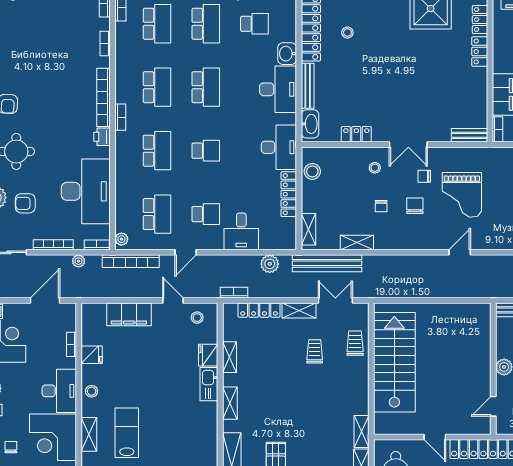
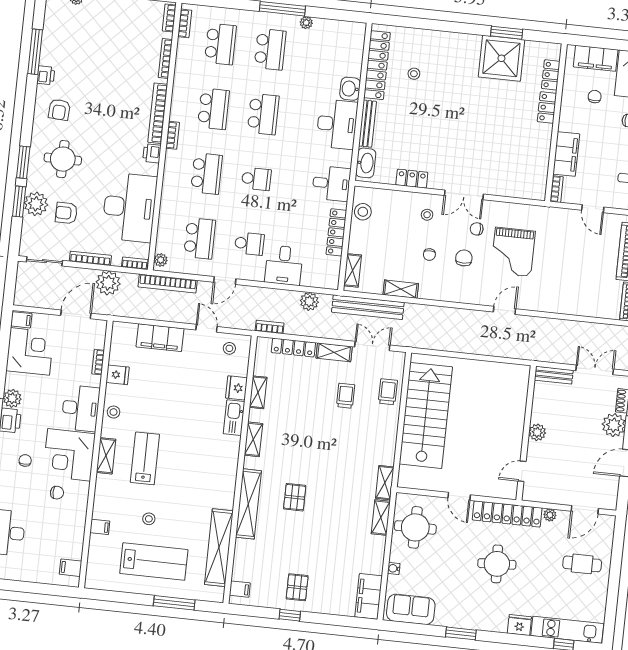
school desk: (254, 24) -> (320, 55), removed
bookcase: (105, 43) -> (165, 58), width x1.56
bench: (470, 135) -> (527, 192), removed
desk: (279, 147) -> (331, 183), width x0.73
plant: (79, 261) -> (108, 283), width x1.87, depth x1.87

